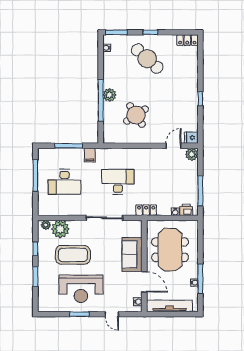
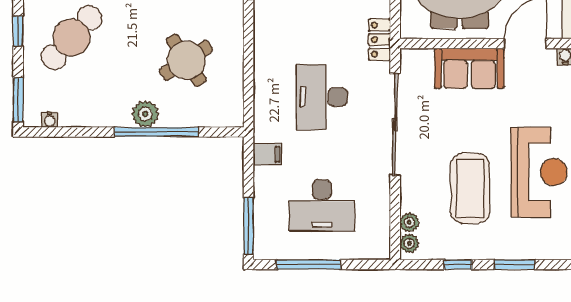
window: (69, 146) -> (249, 226), moved
desk: (64, 182) -> (322, 205), turned 90
sliding door: (104, 218) -> (395, 125), width x1.36
plant: (60, 229) -> (409, 222), width x0.53, depth x0.53

